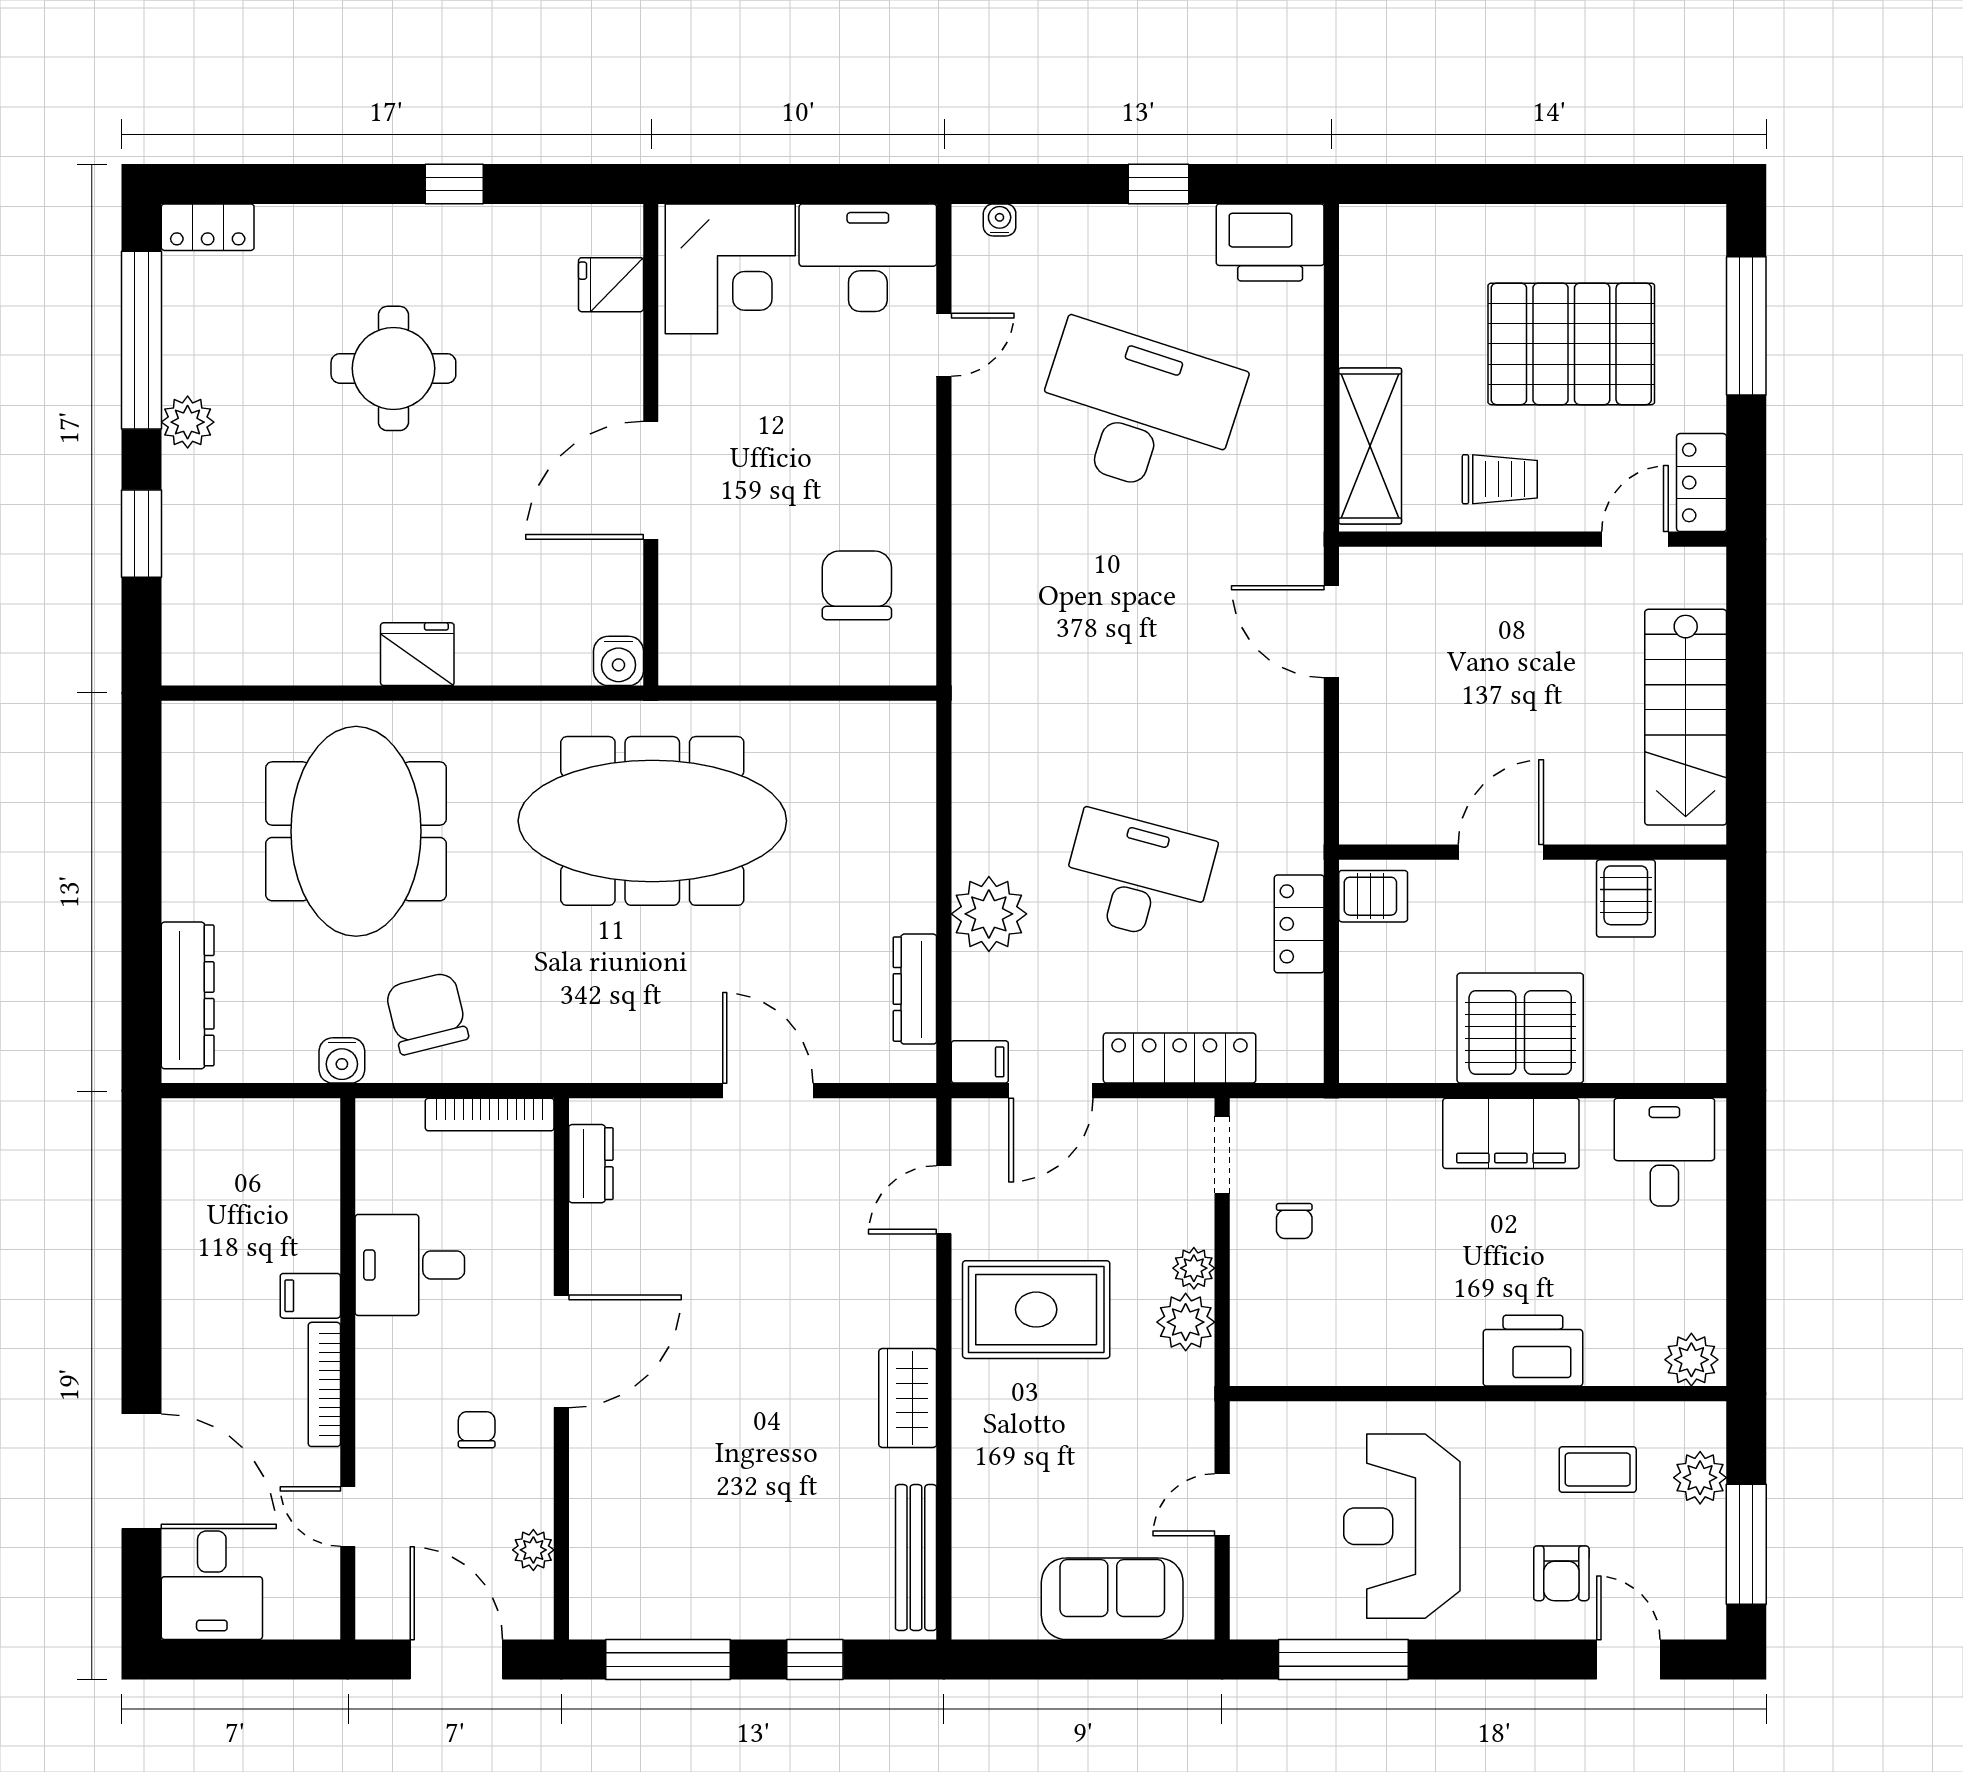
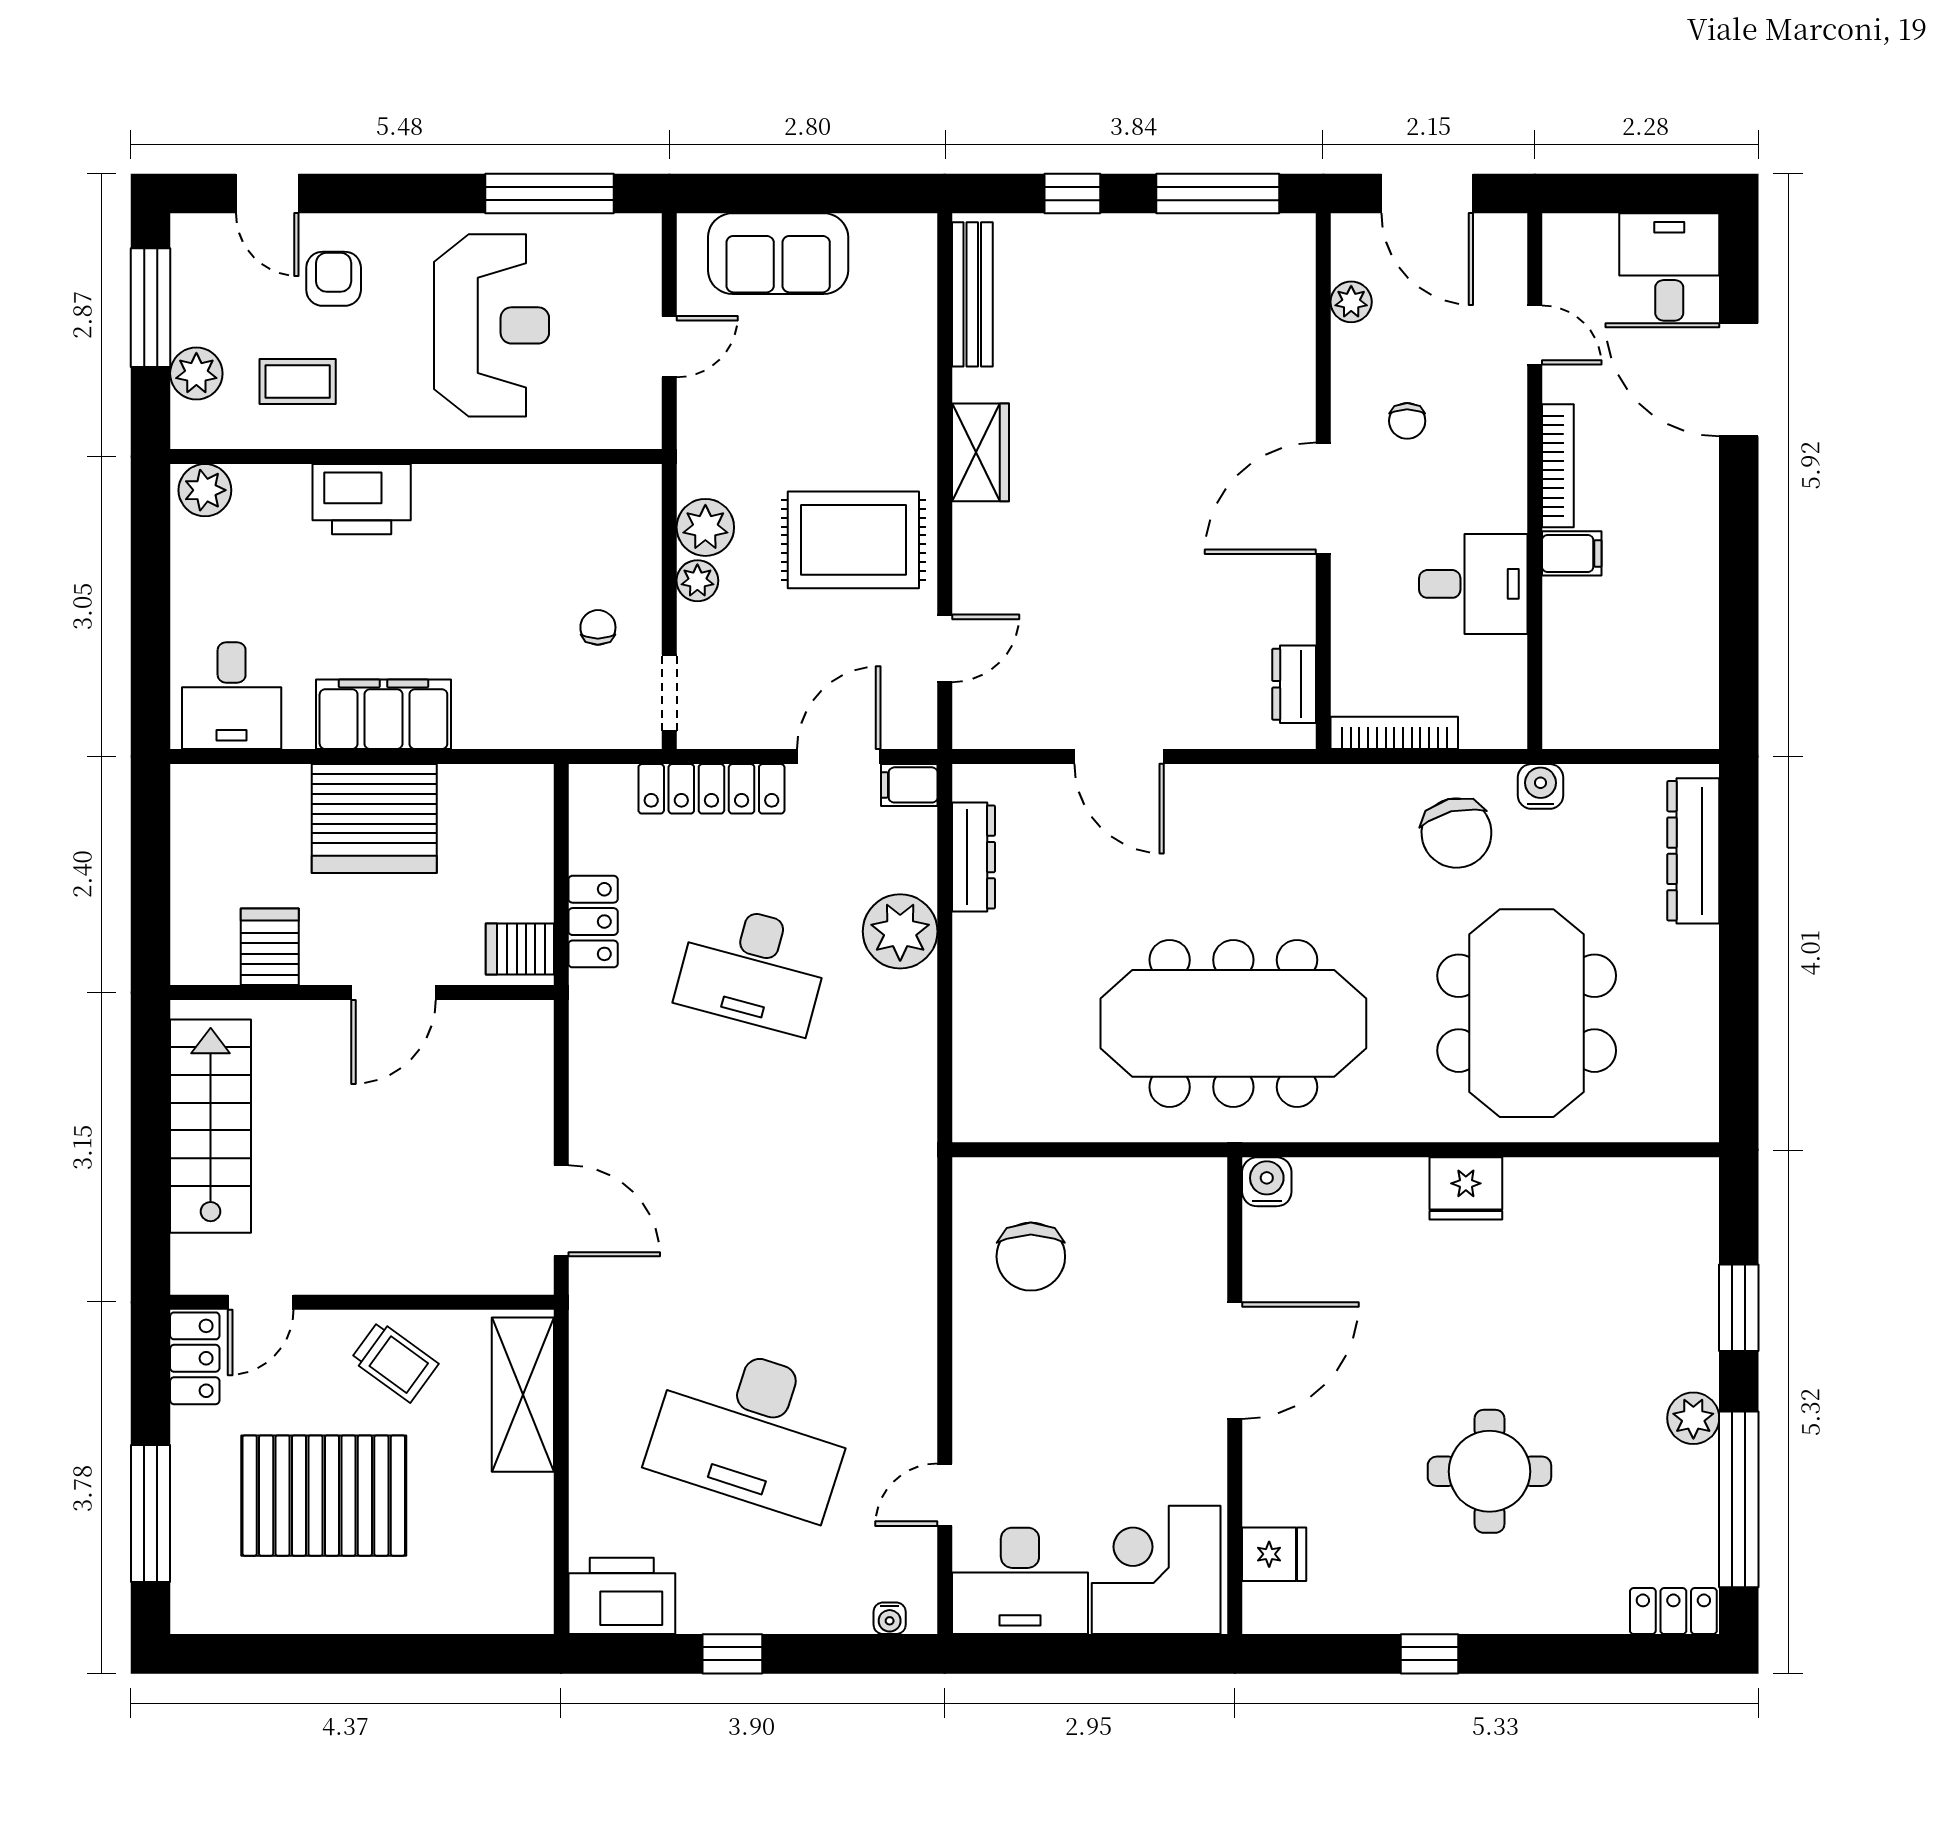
trolley: (1500, 479) -> (395, 1362), turned -144

